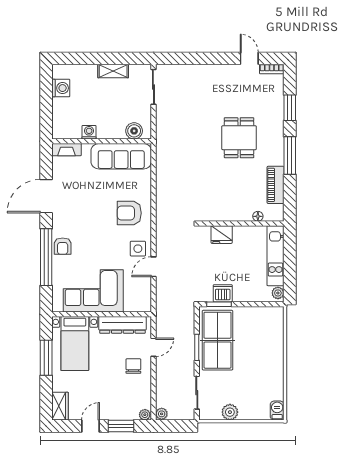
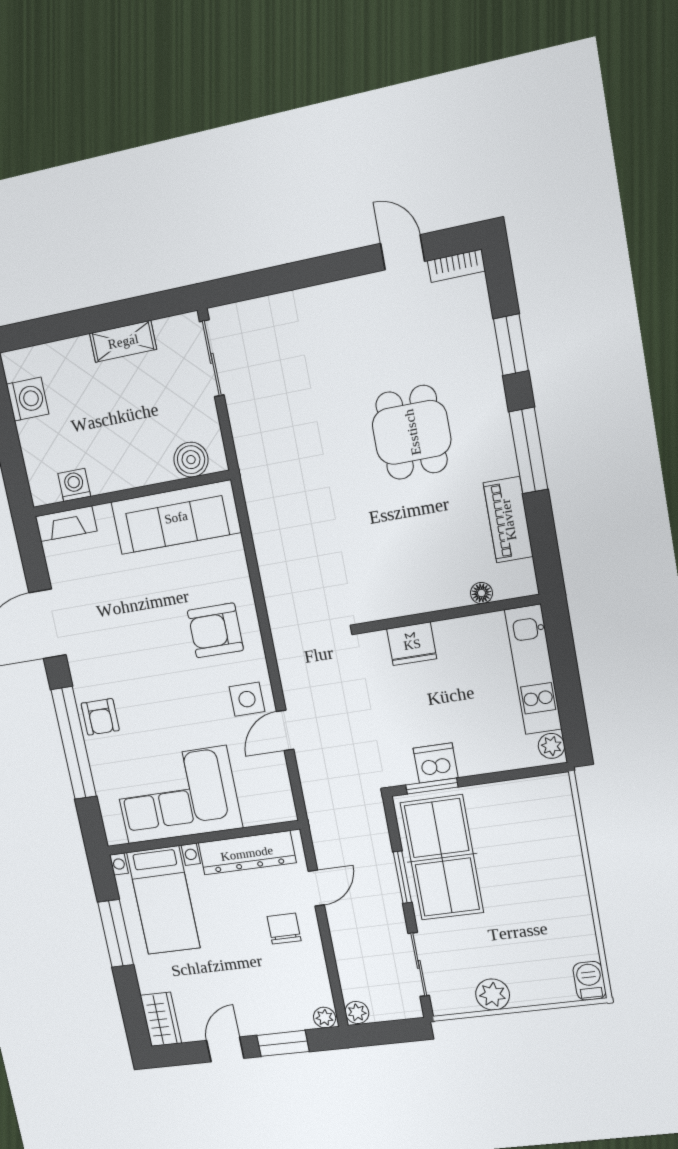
washing machine: (89, 132) -> (74, 485), moved

